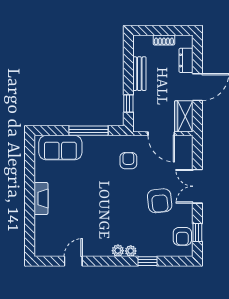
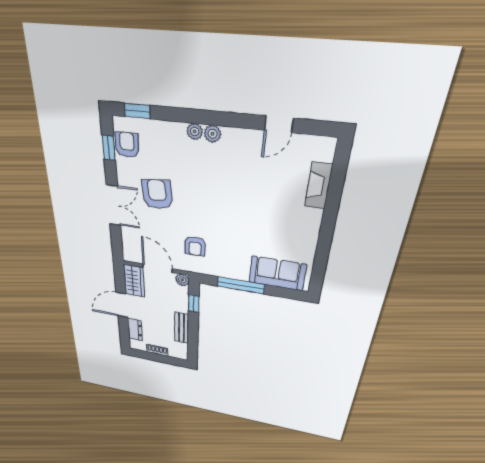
plant: (139, 126) -> (182, 280), added
fireplace: (41, 198) -> (319, 186), moved
window: (147, 261) -> (137, 111), moved

